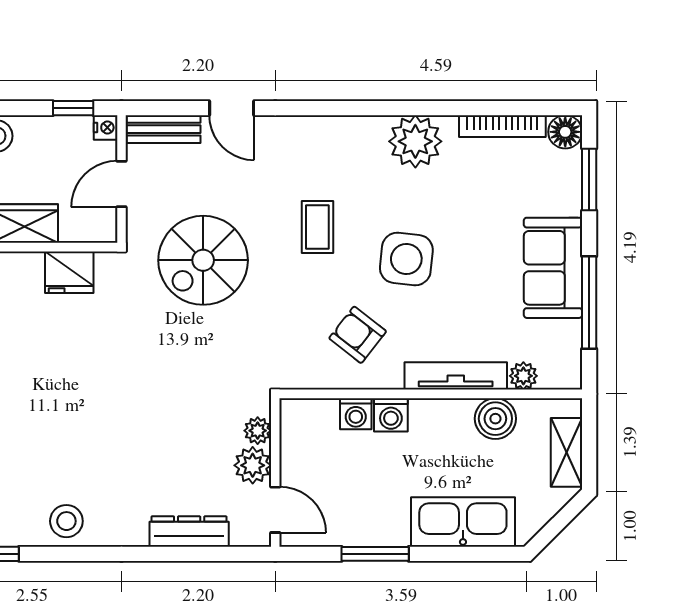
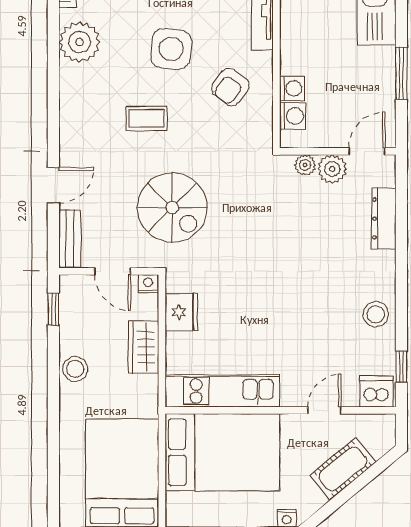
nightstand: (106, 128) -> (148, 284), moved
washing machine: (391, 415) -> (293, 116), moved

